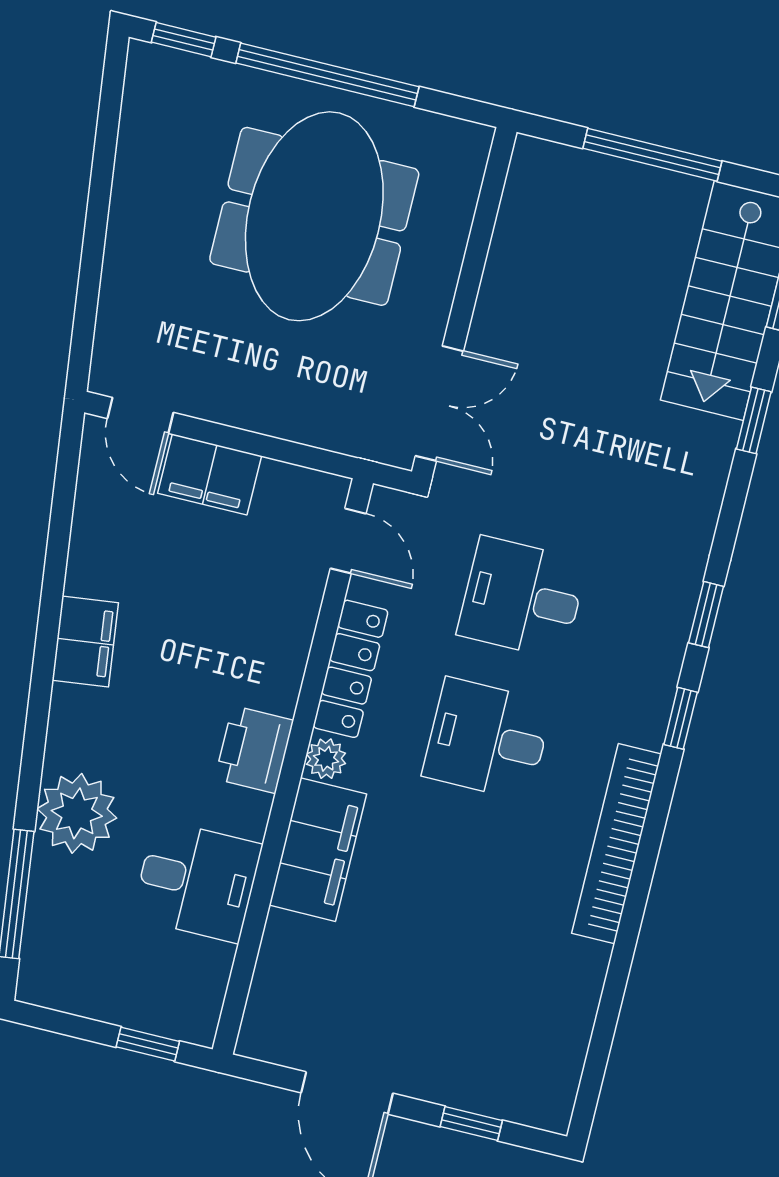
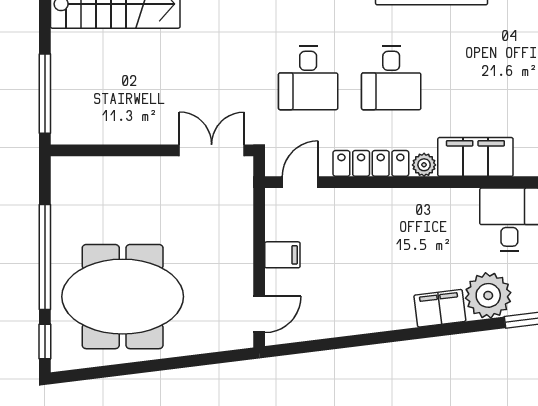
window: (652, 155) -> (45, 94), moved
meeting table: (314, 216) -> (123, 297), moved
filing cabinet: (210, 474) -> (282, 255), width x0.50
filing cabinet: (85, 642) -> (440, 308), moved
printer: (254, 750) -> (429, 206), removed

